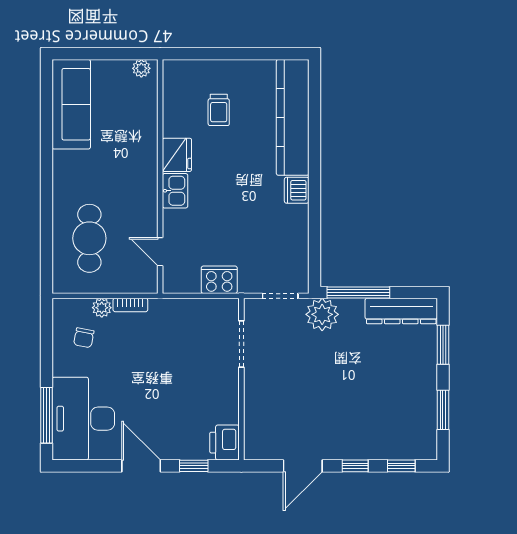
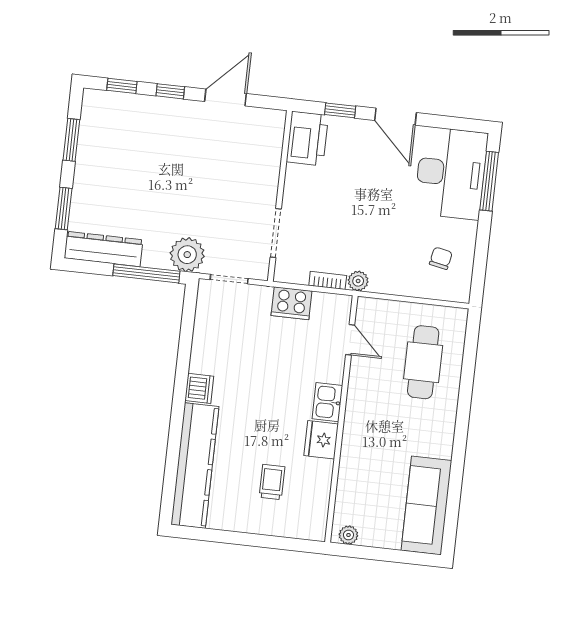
bookcase: (130, 305) -> (328, 280), moved
plant: (102, 308) -> (358, 281), moved
printer: (224, 443) -> (307, 139), width x1.37, depth x1.19

